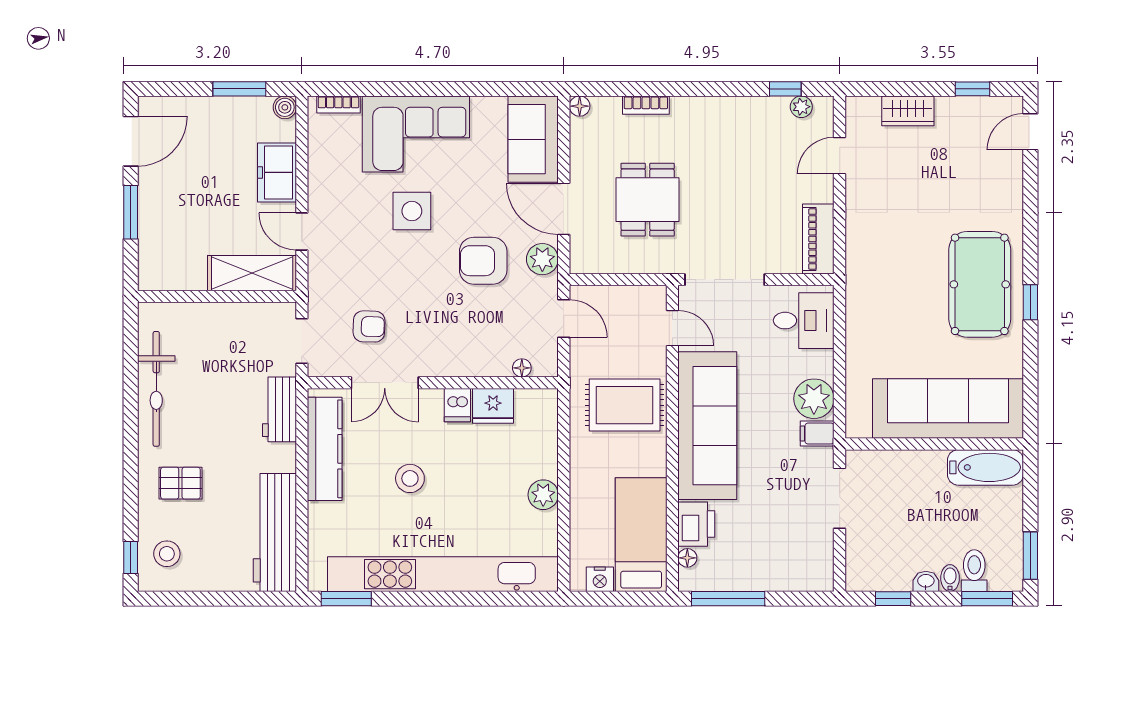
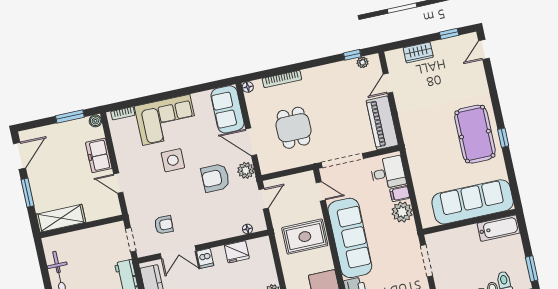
bookcase: (646, 105) -> (282, 79), width x1.56
piano: (818, 239) -> (382, 123), width x1.37, depth x1.33
shelving: (252, 273) -> (61, 218), moved
door: (564, 318) -> (264, 199), hinge flipped
dishwasher: (457, 405) -> (205, 258), moved
filing cabinet: (817, 434) -> (400, 194), moved

